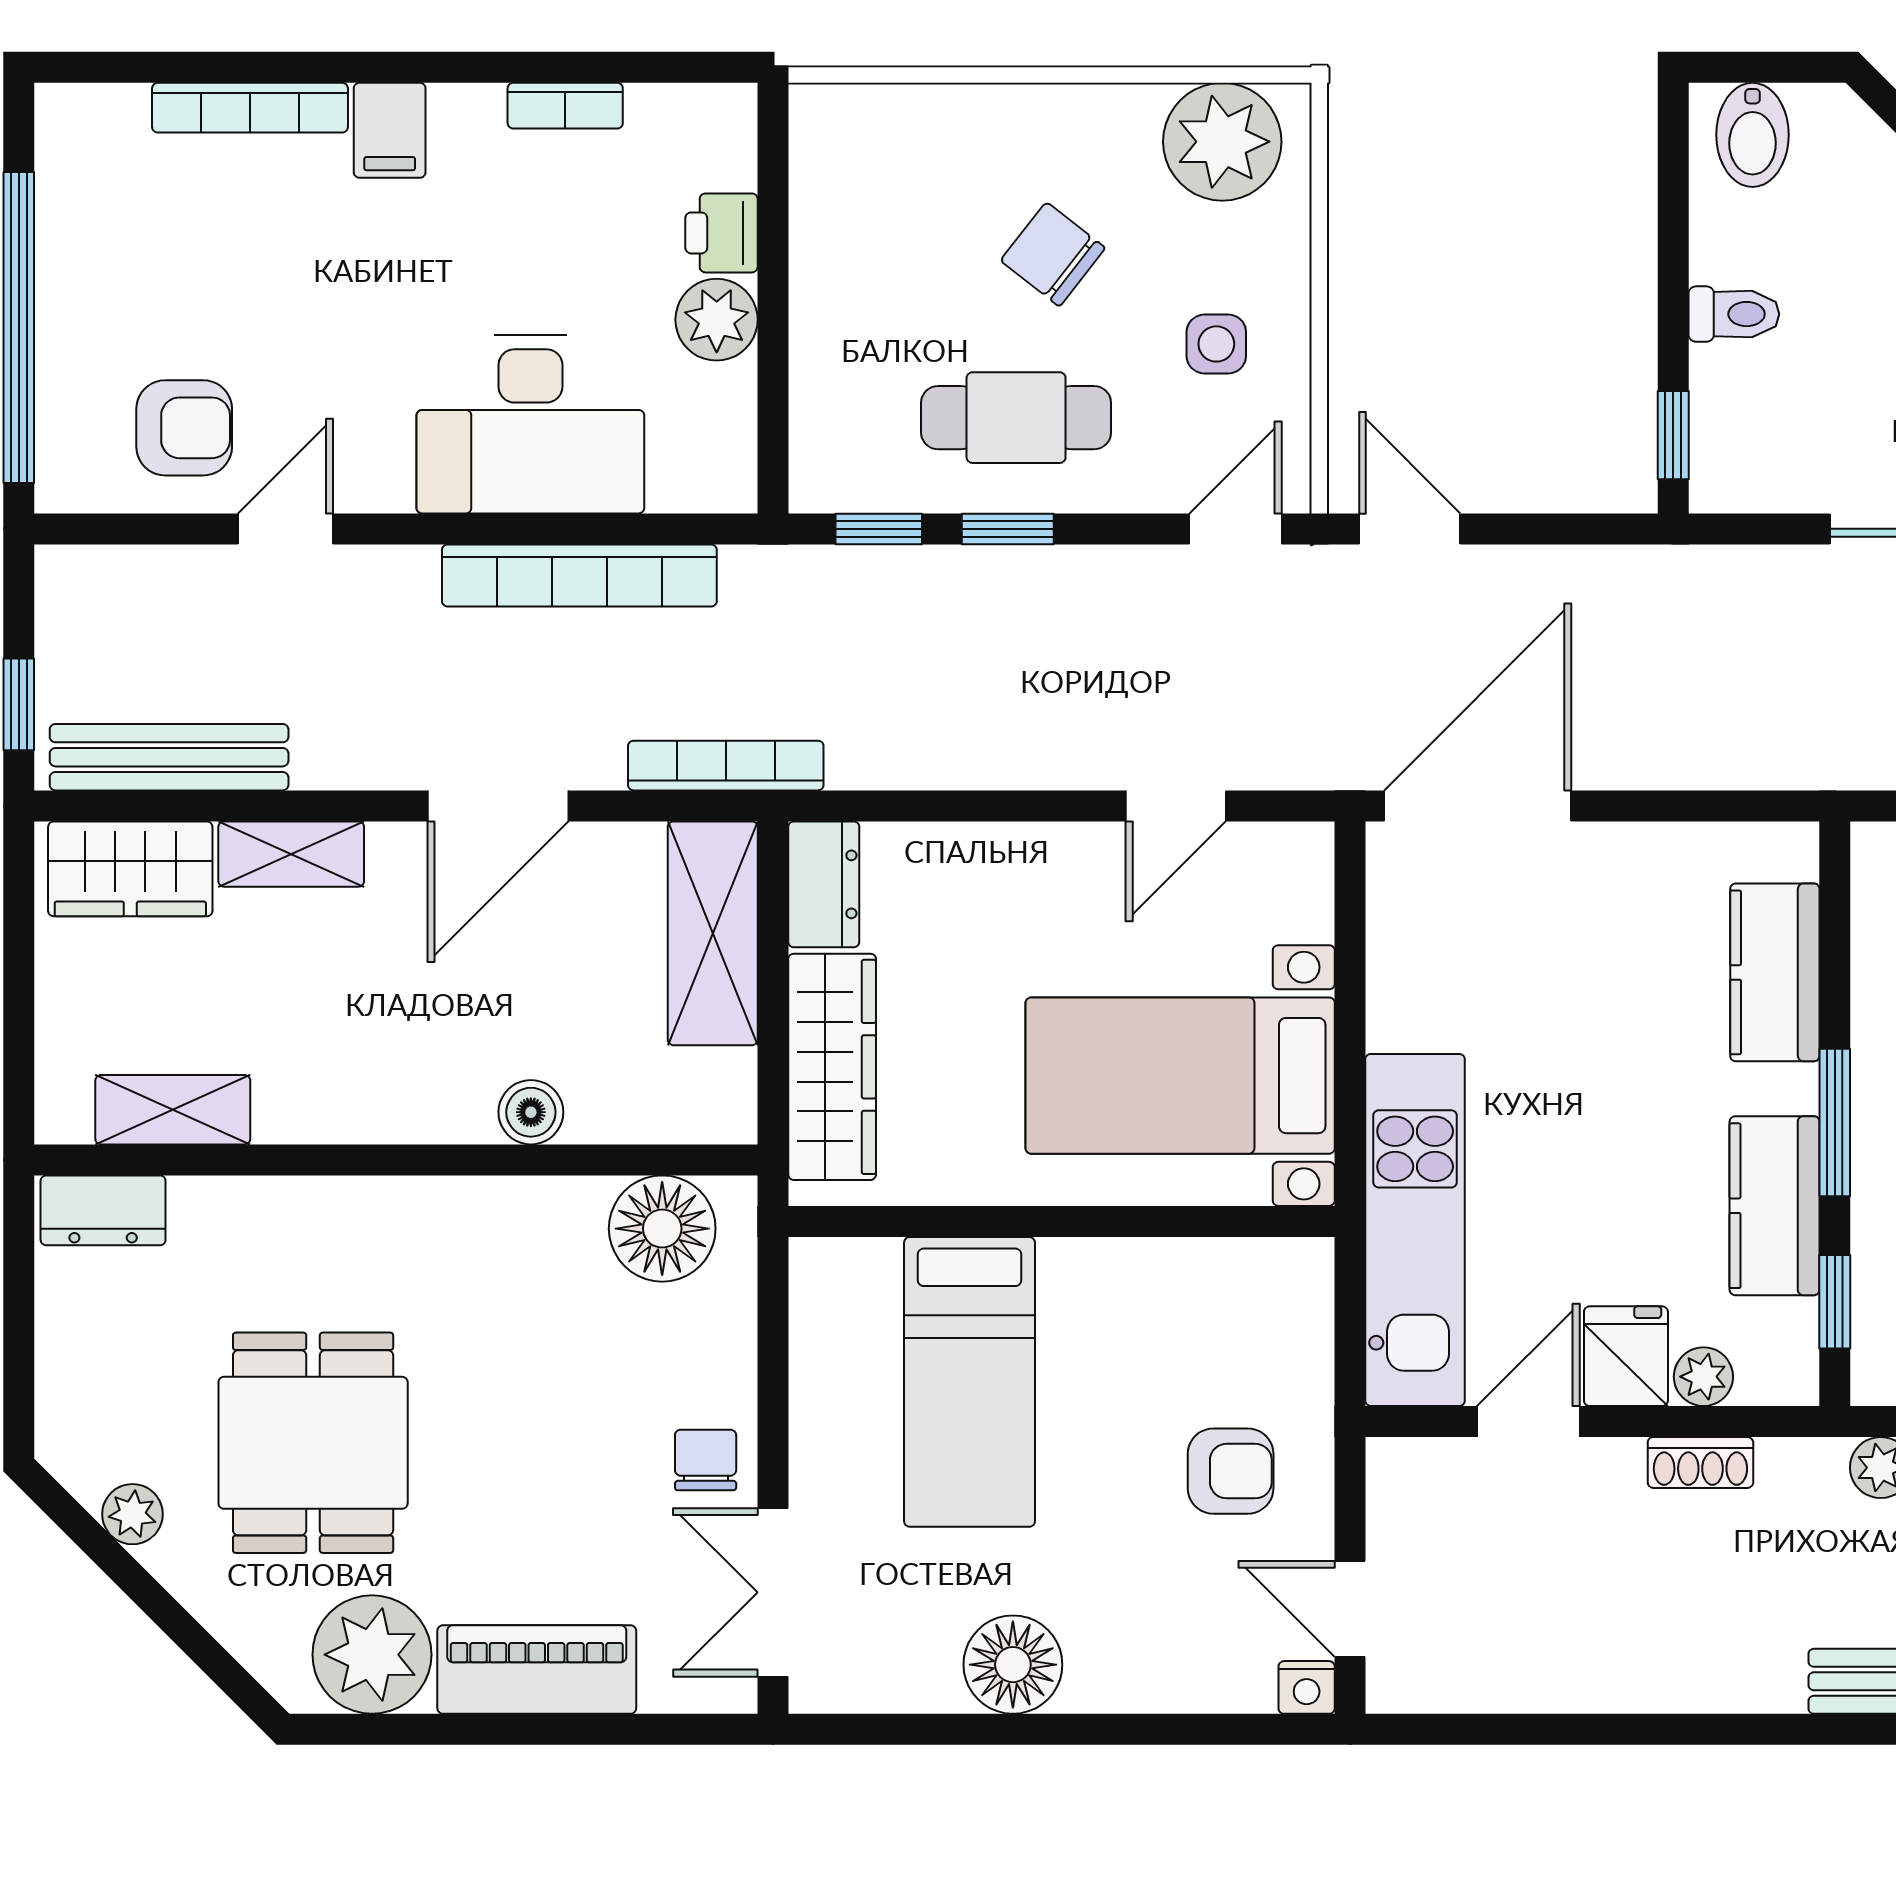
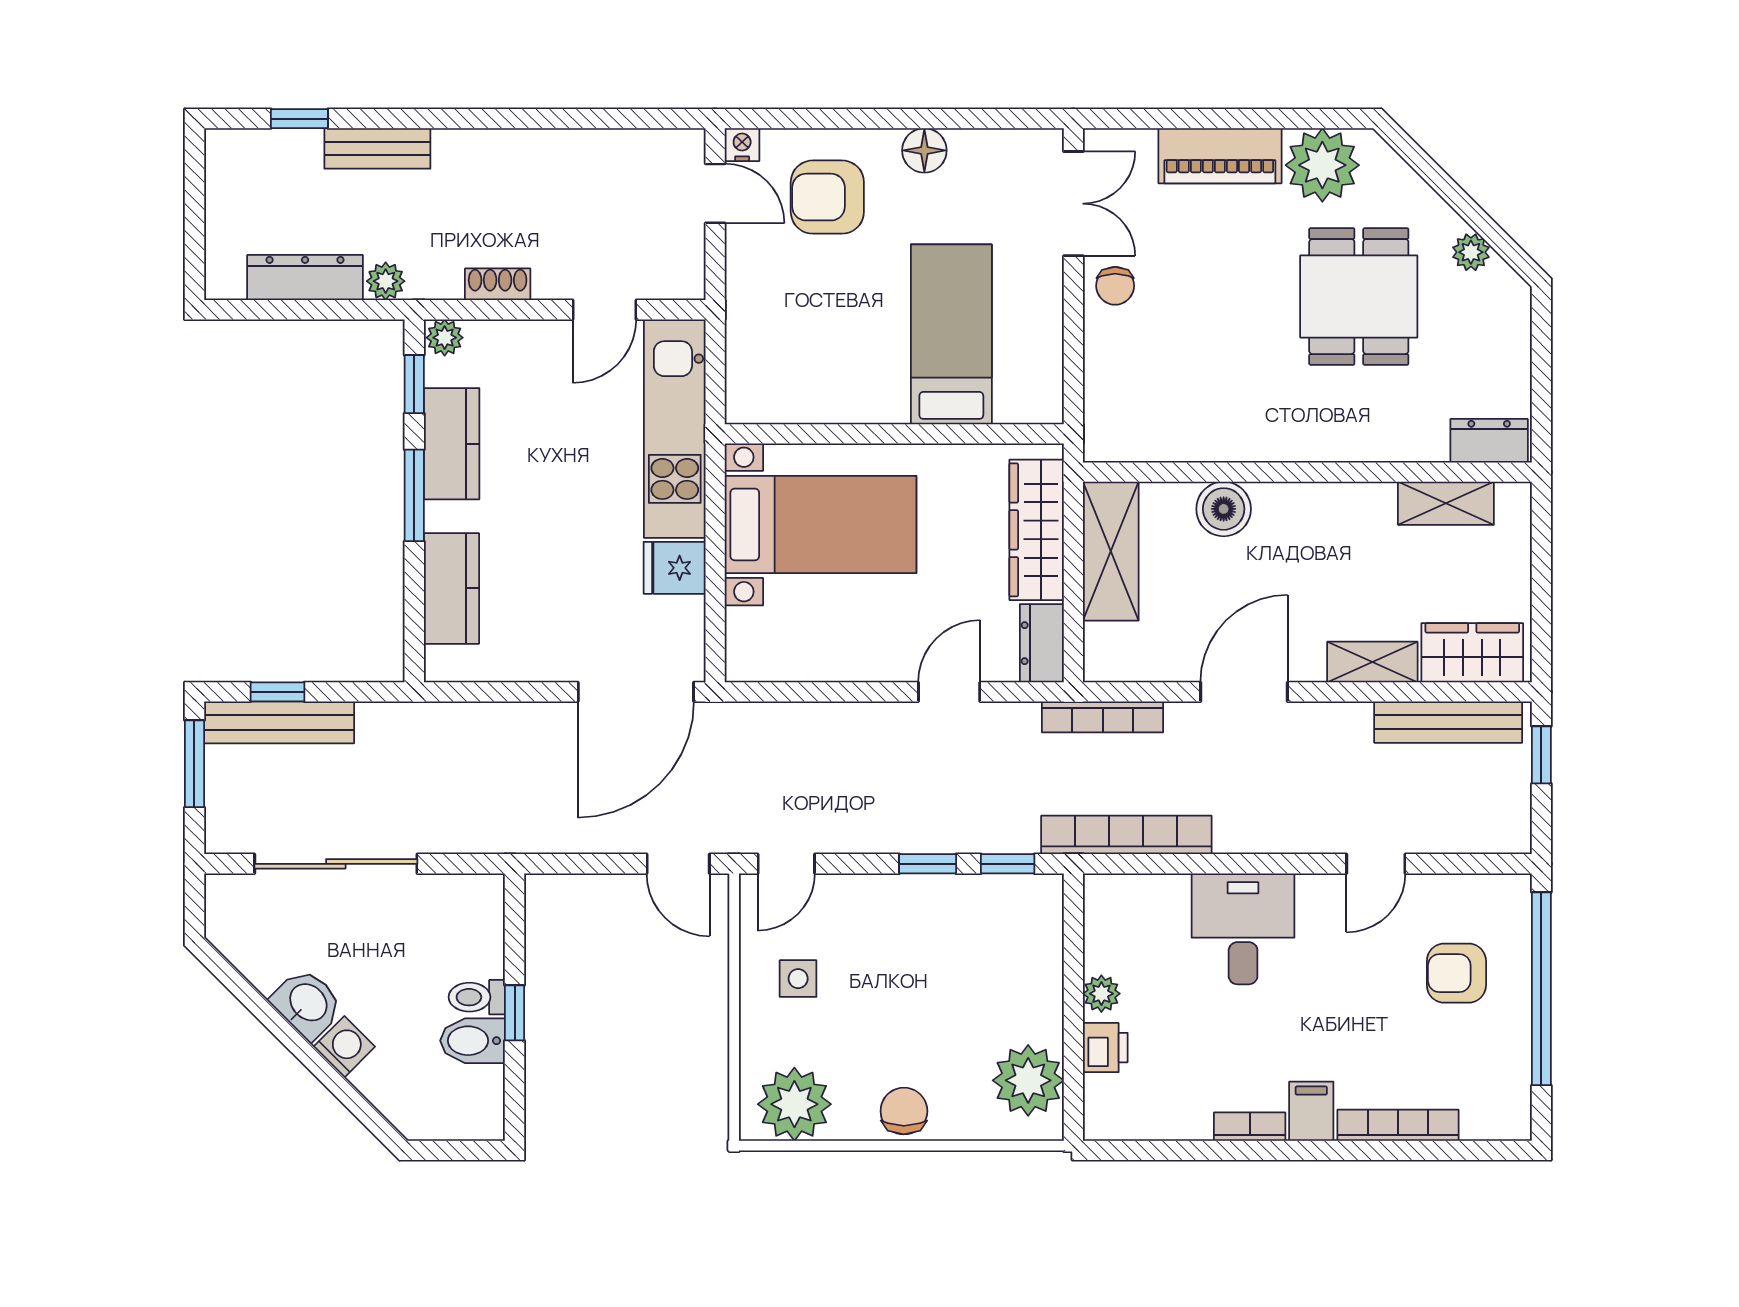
bookcase: (565, 106) -> (1250, 1127), moved
bidet: (1753, 135) -> (473, 1041), moved, turned -90
plant: (846, 180) -> (1028, 1080), added
chair: (1053, 254) -> (904, 1111), moved, turned -128
plant: (717, 320) -> (1101, 994), width x0.73, depth x0.73
cafe table: (1016, 418) -> (922, 933), removed
desk: (530, 424) -> (1243, 929), width x0.73
armchair: (184, 428) -> (1456, 973), moved
window: (1673, 435) -> (515, 1013), moved
bookcase: (579, 575) -> (1126, 835), moved
door: (1176, 806) -> (949, 692), moved
shelving: (713, 933) -> (1111, 551), moved
boiler: (531, 1112) -> (1224, 509), width x1.36, depth x1.36
floor lamp: (662, 1229) -> (1142, 430), removed
fridge: (1626, 1356) -> (675, 568), moved, turned 90
plant: (1703, 1377) -> (445, 338), moved
armchair: (1231, 1471) -> (827, 197), moved, width x1.38, depth x1.38
floor lamp: (1013, 1665) -> (924, 150), width x0.73, depth x0.73

